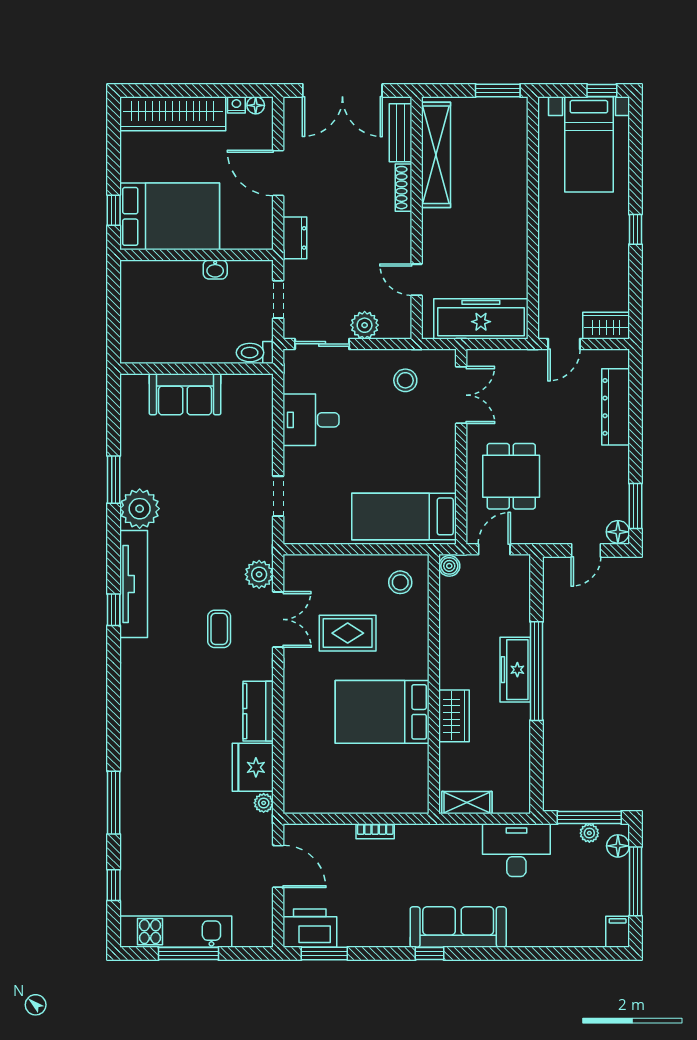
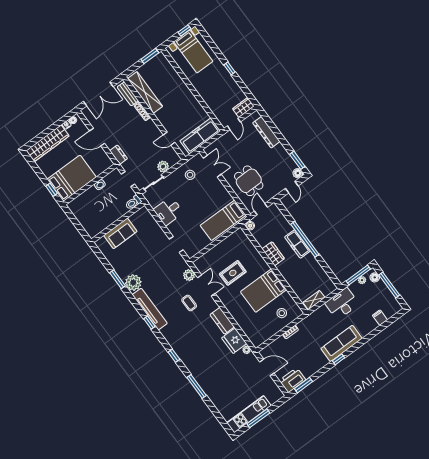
stool: (400, 582) -> (282, 313), moved
wardrobe: (454, 716) -> (273, 254), moved
window: (114, 885) -> (174, 356), moved
filing cabinet: (618, 932) -> (380, 318), moved

